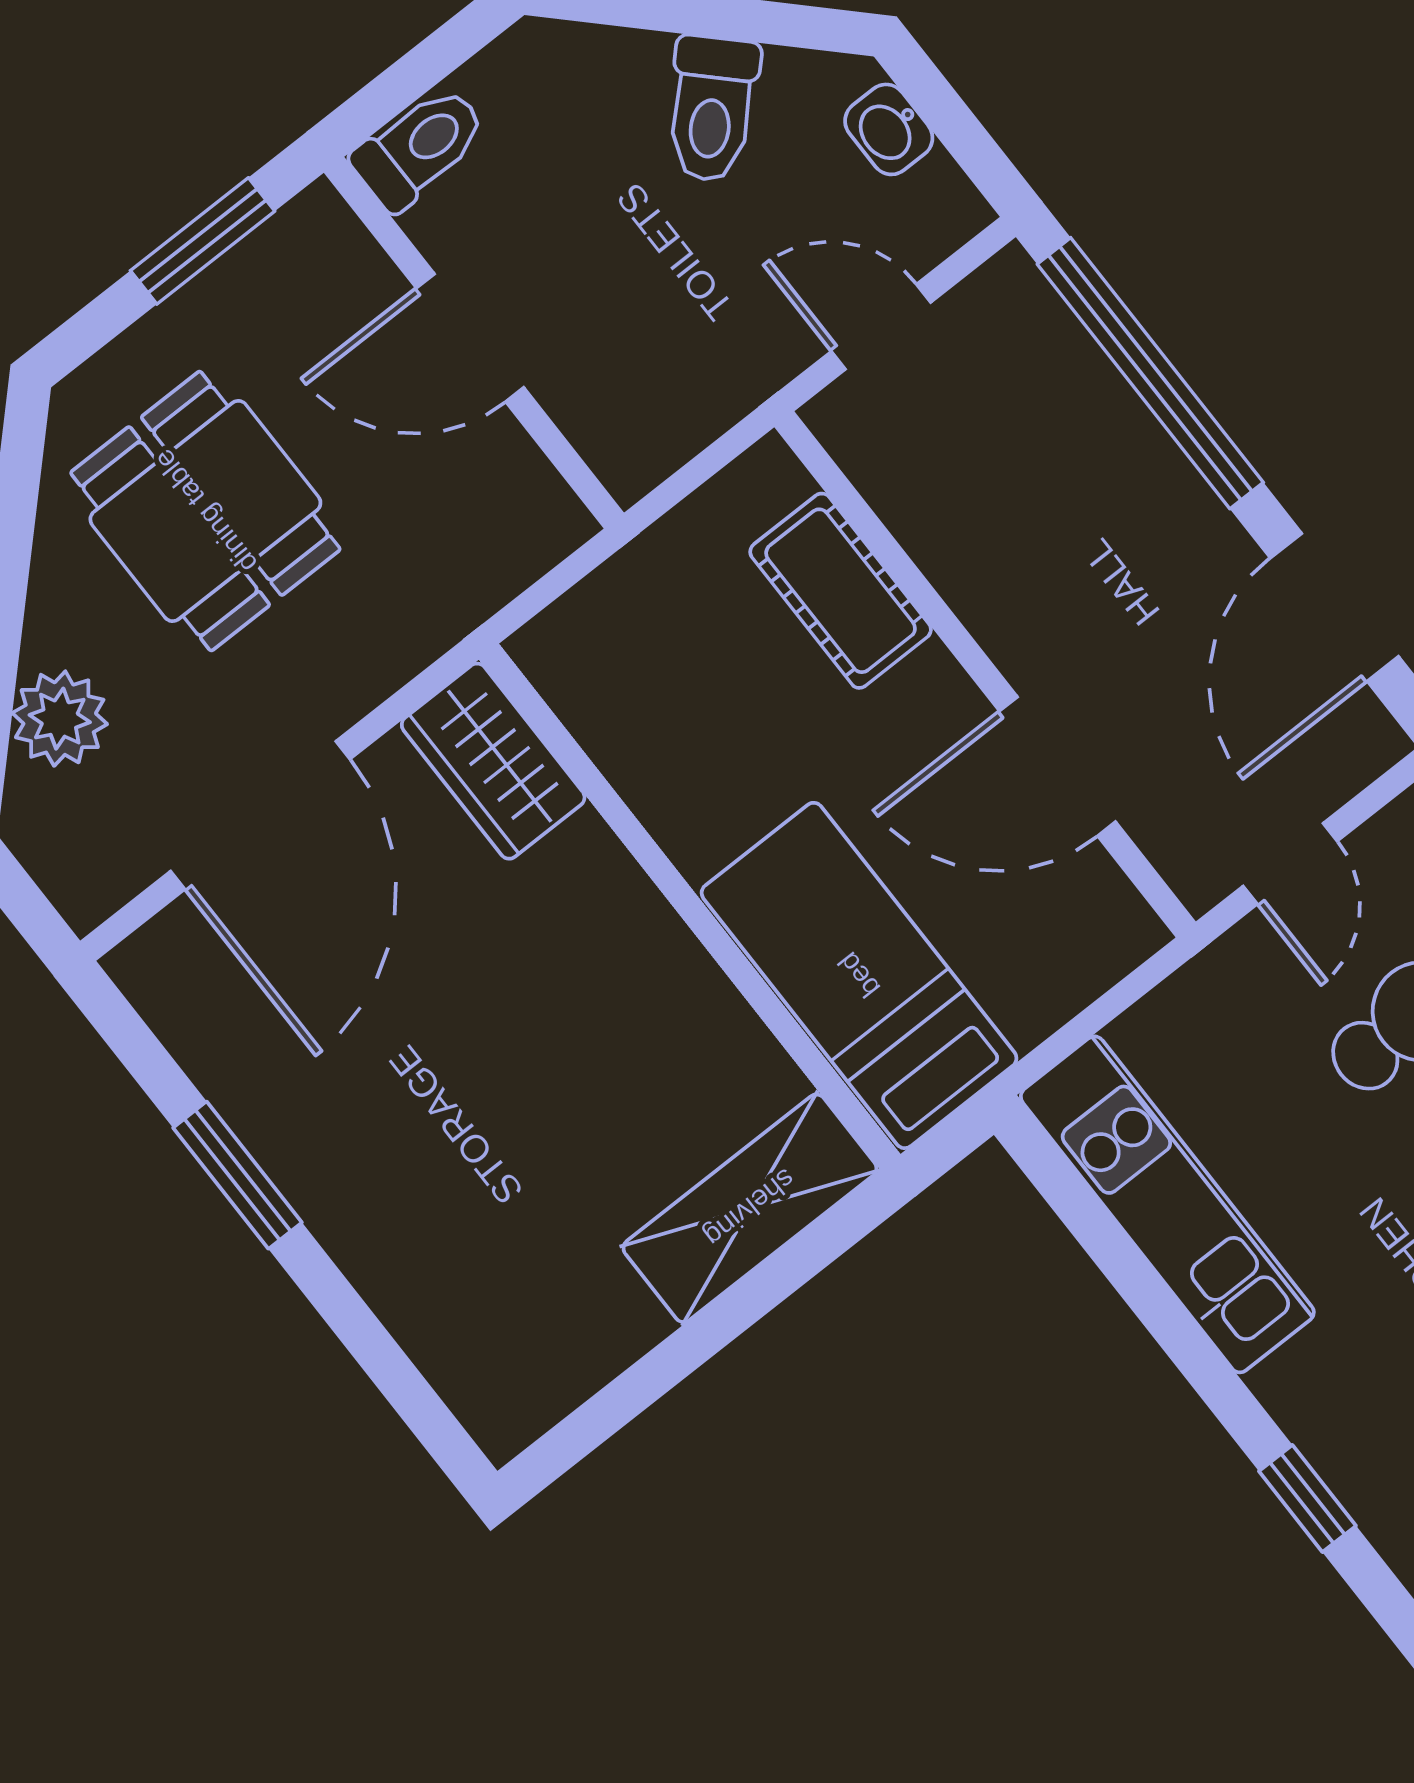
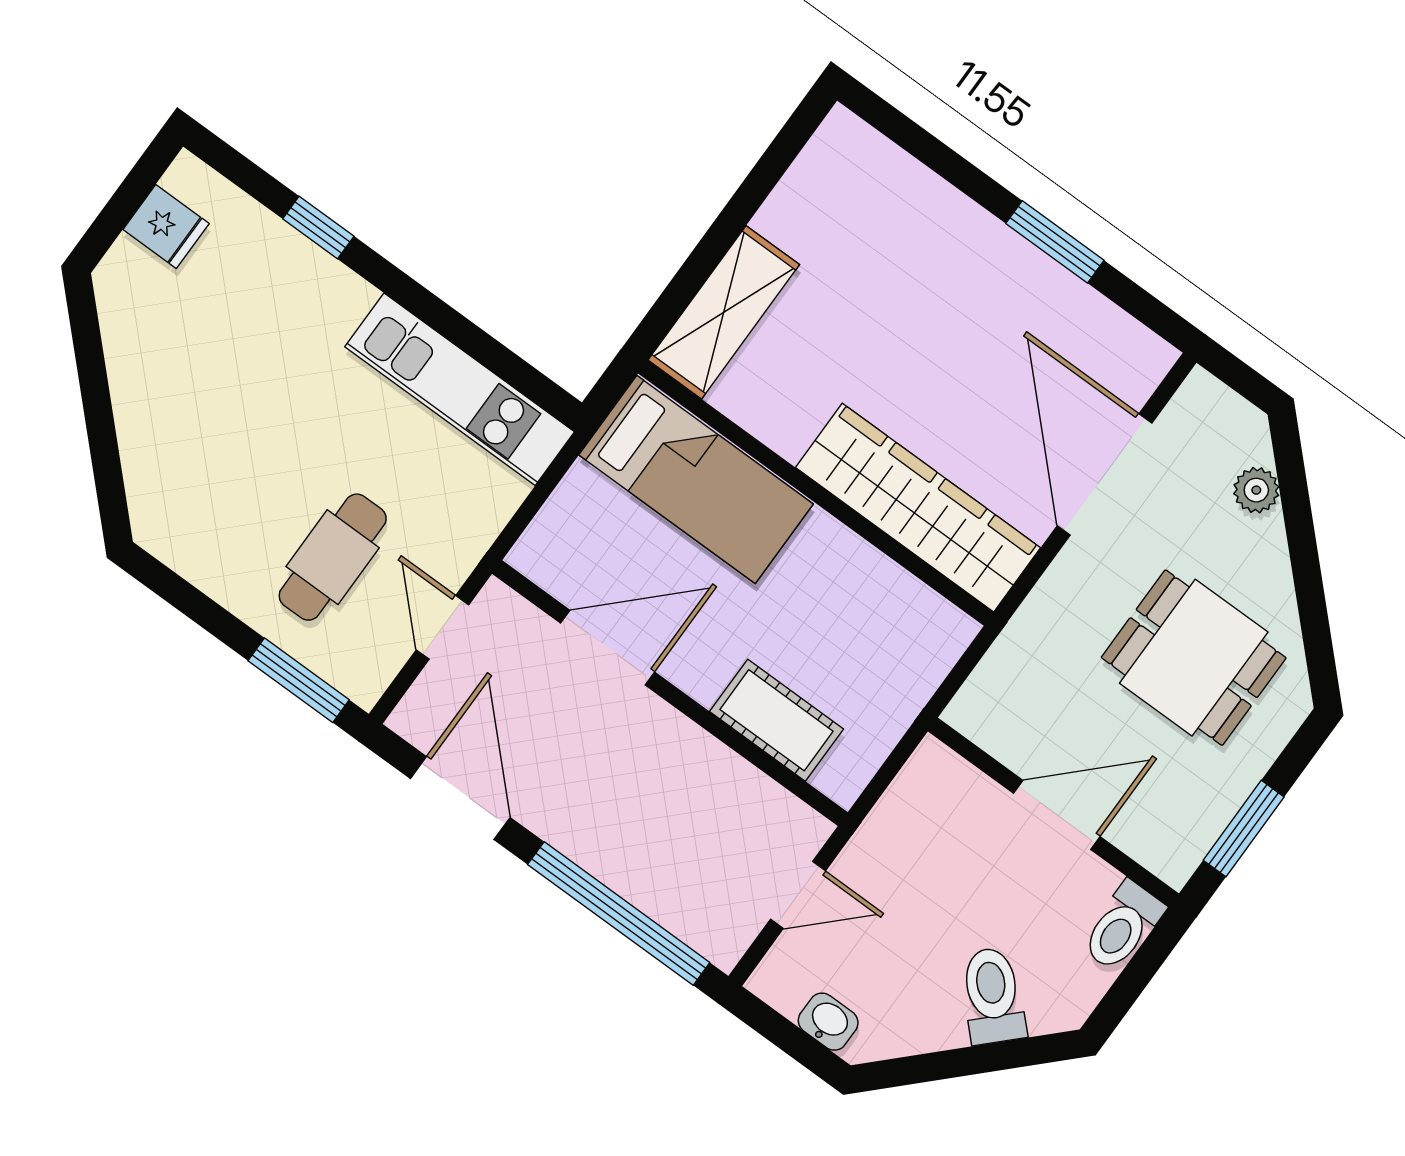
toilet: (712, 109) -> (993, 996), moved
plant: (60, 719) -> (1256, 490), width x0.73, depth x0.73
wardrobe: (493, 761) -> (918, 508), width x2.10, depth x1.17

